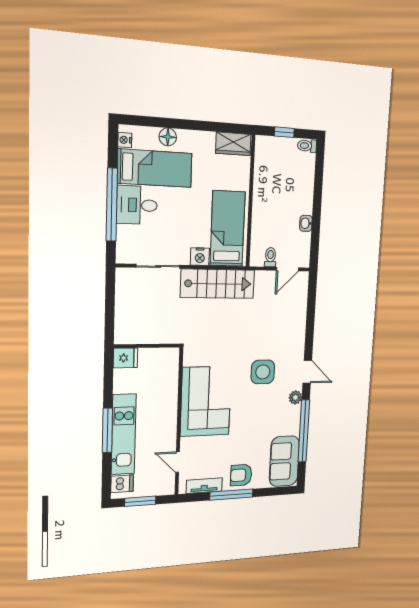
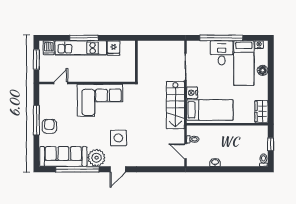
fridge: (126, 358) -> (114, 48), moved
plant: (295, 397) -> (97, 158), width x1.87, depth x1.87
sofa: (284, 461) -> (63, 156), width x1.36
tv unit: (204, 486) -> (44, 101), removed

